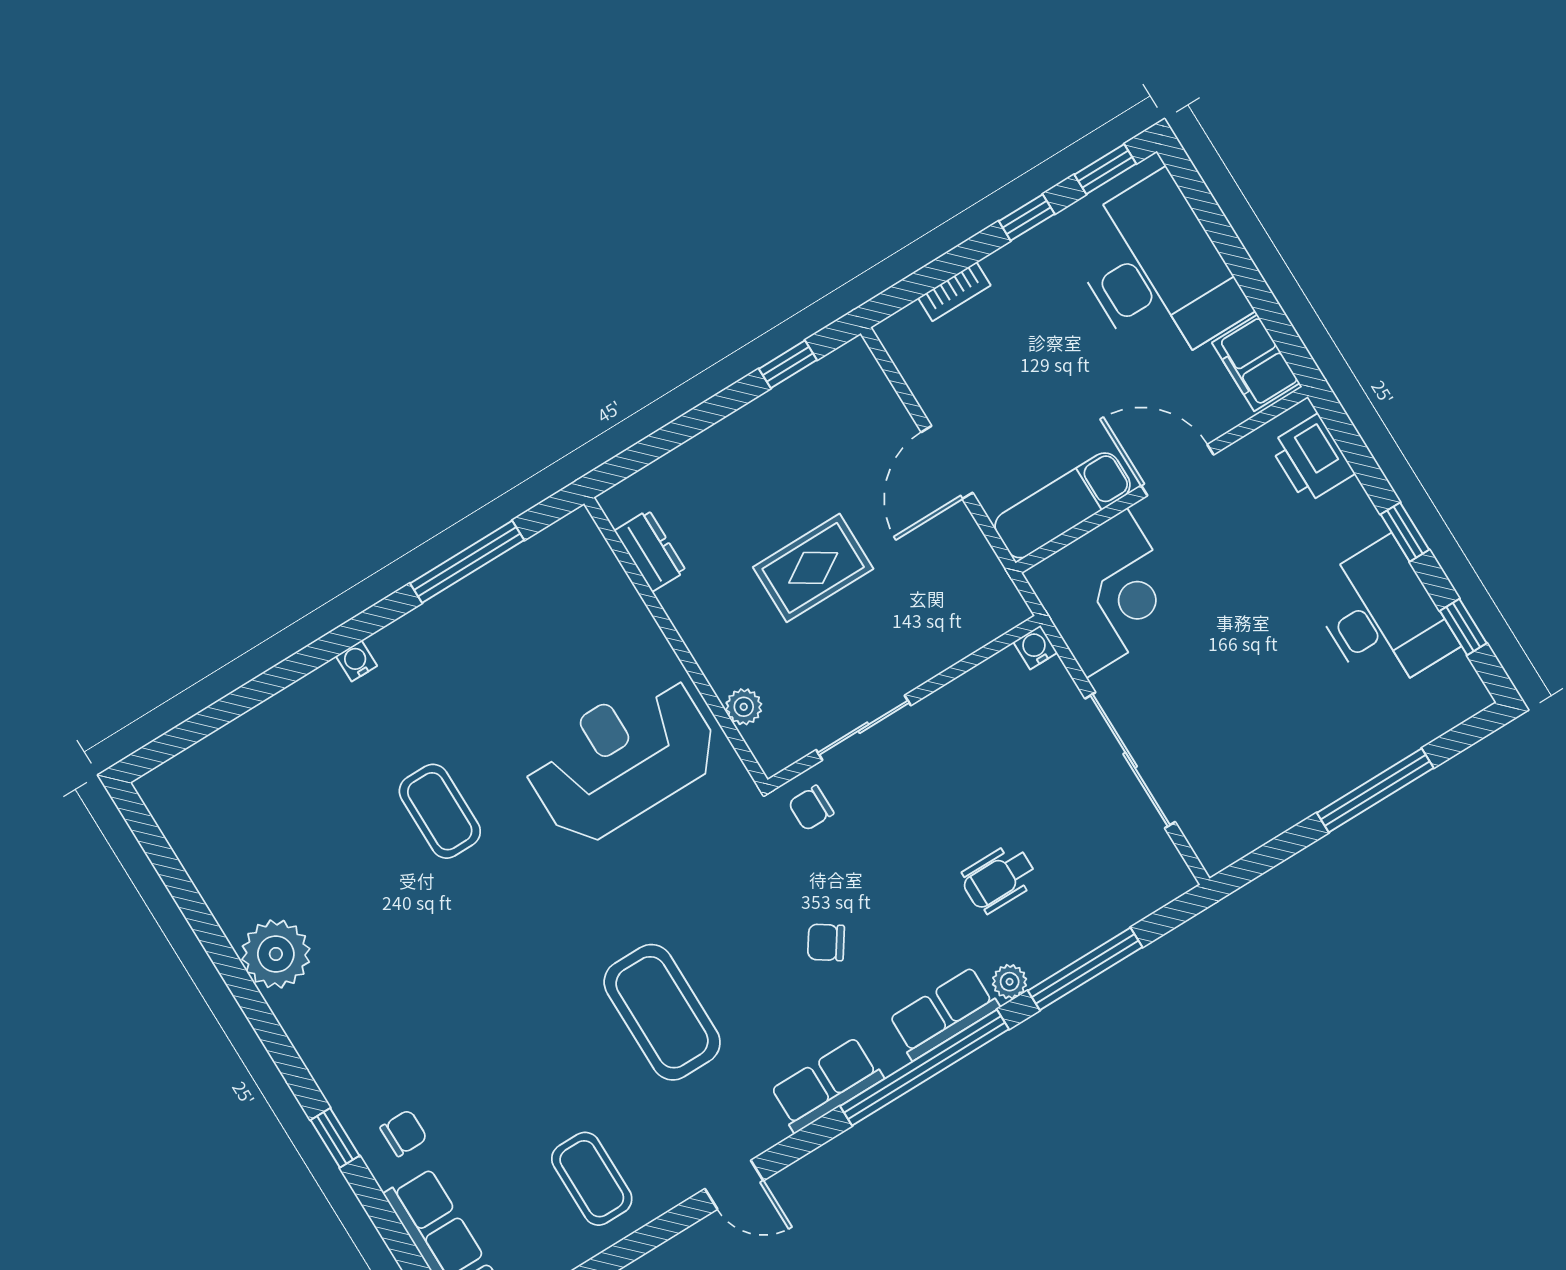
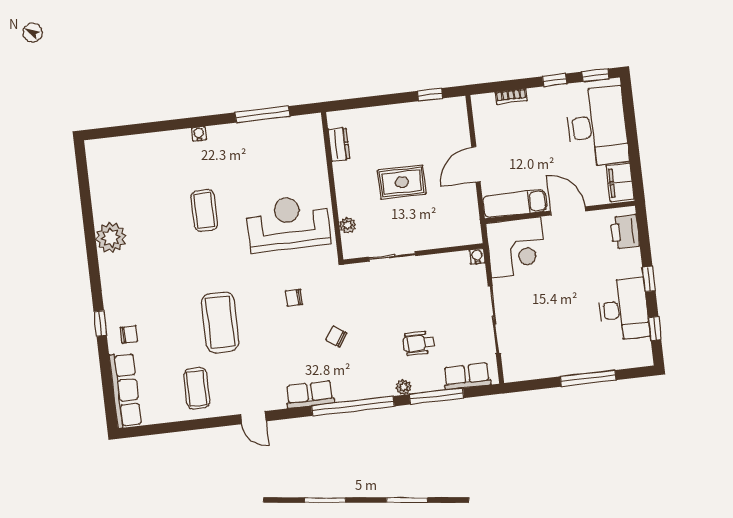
chair: (811, 808) -> (294, 298), moved
coffee table: (662, 1012) -> (220, 322), moved
row of seats: (944, 1013) -> (467, 376), moved

